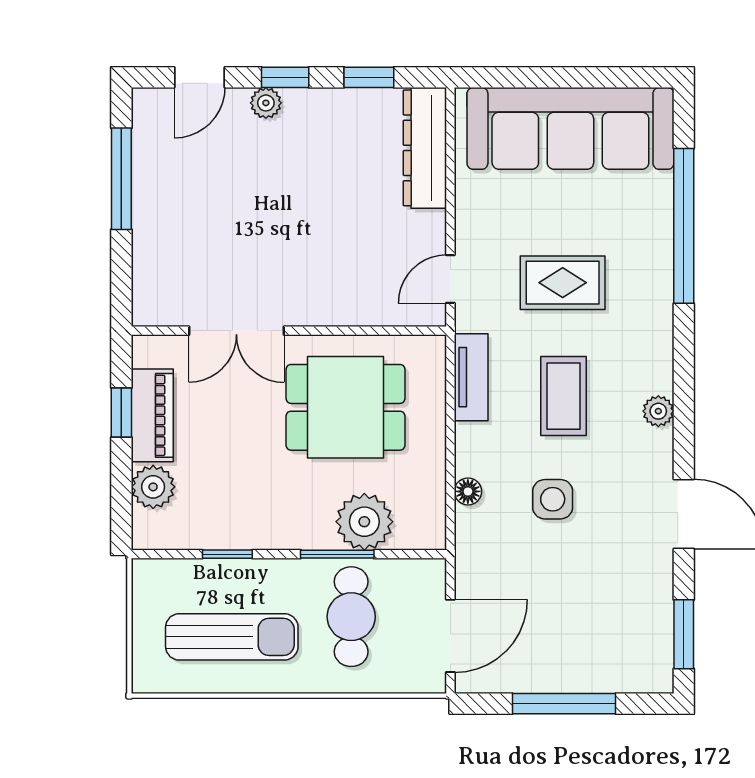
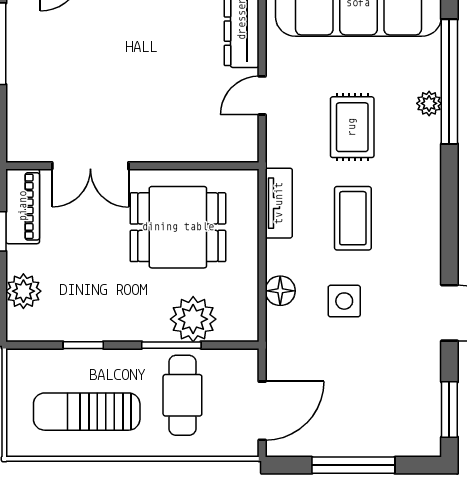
door: (450, 279) -> (262, 95), moved
rug: (563, 283) -> (352, 127), turned 90
plant: (658, 411) -> (429, 103), moved
piano: (152, 415) -> (23, 206), moved
floor lamp: (468, 491) -> (280, 291), width x1.37, depth x1.37
sun lounger: (232, 637) -> (87, 412), turned 180

